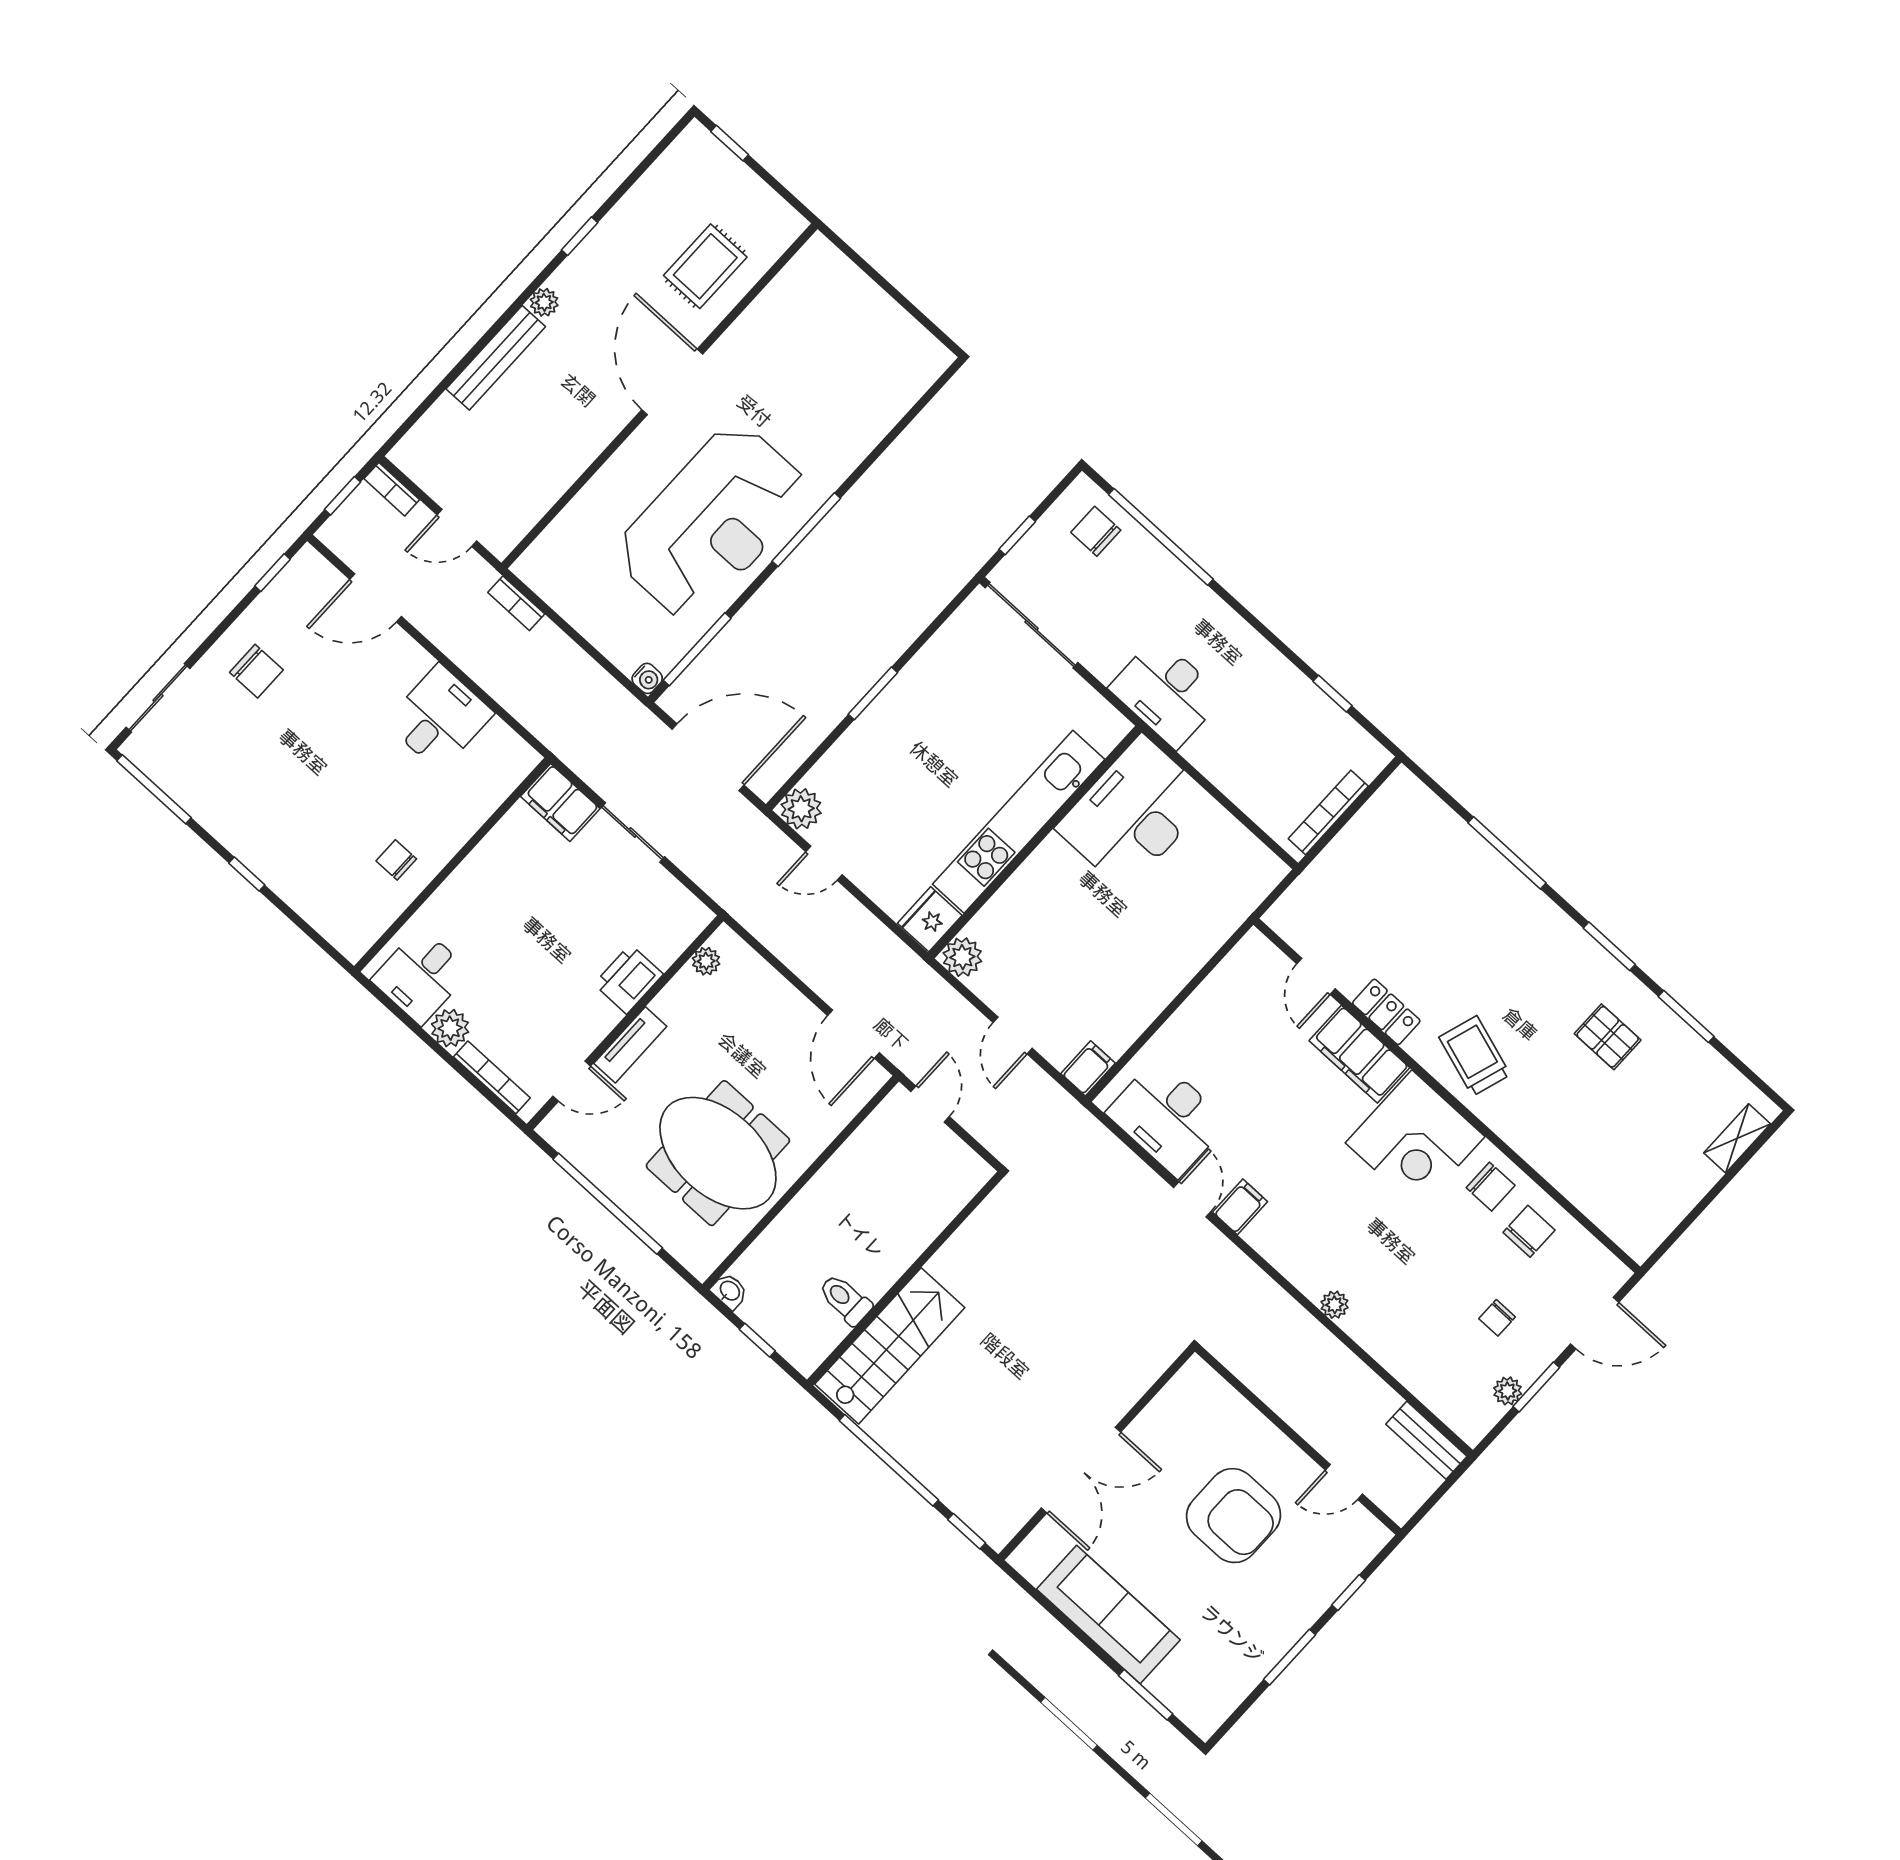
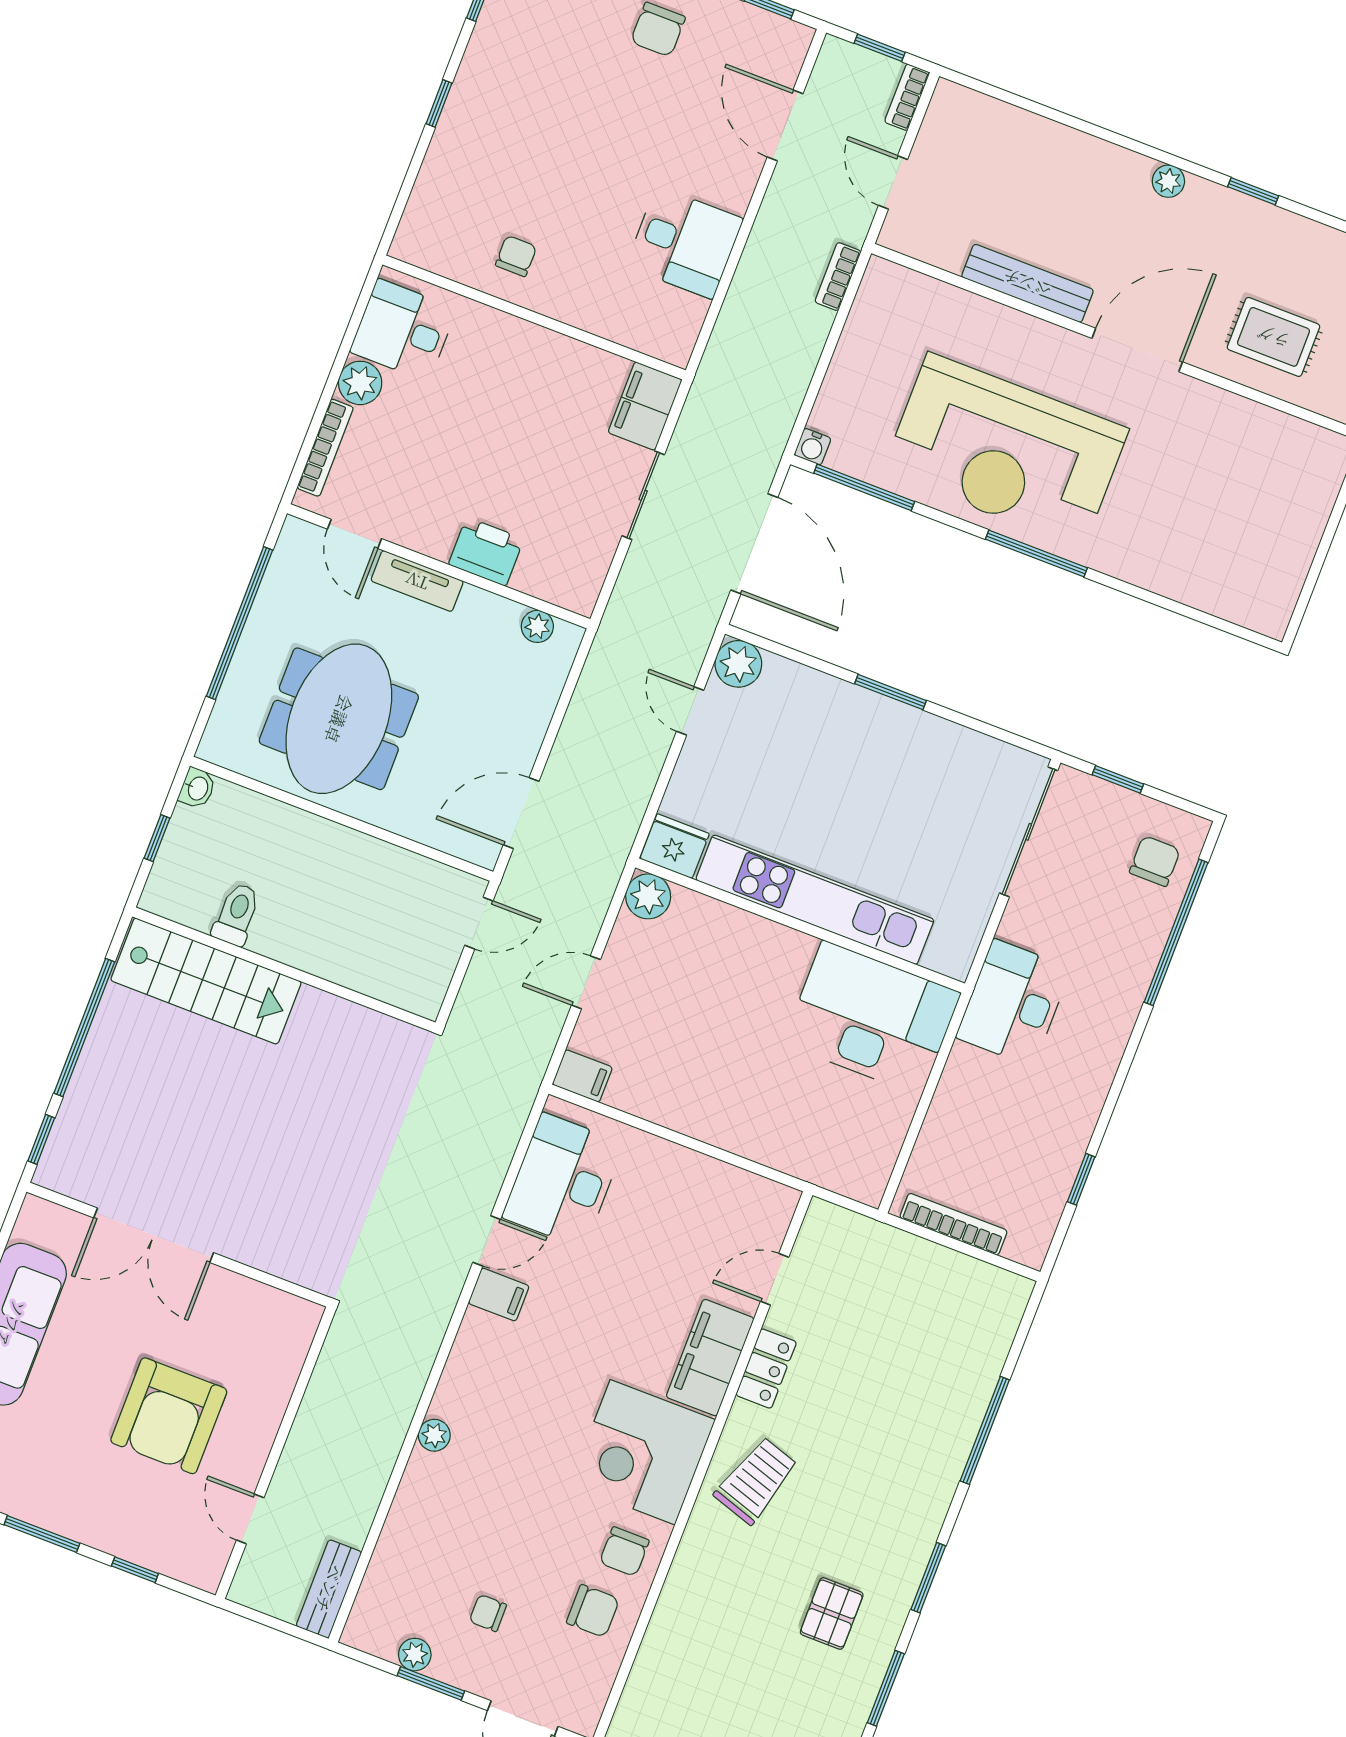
bench: (496, 358) -> (1027, 283), moved

